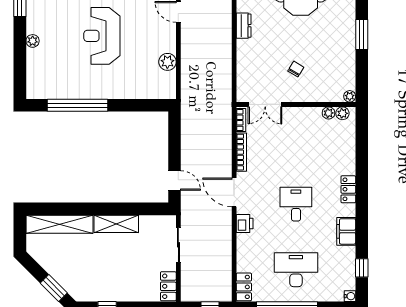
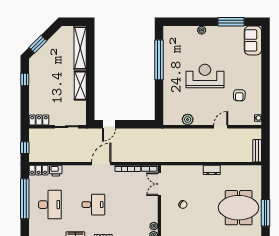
printer: (245, 223) -> (56, 171), moved

